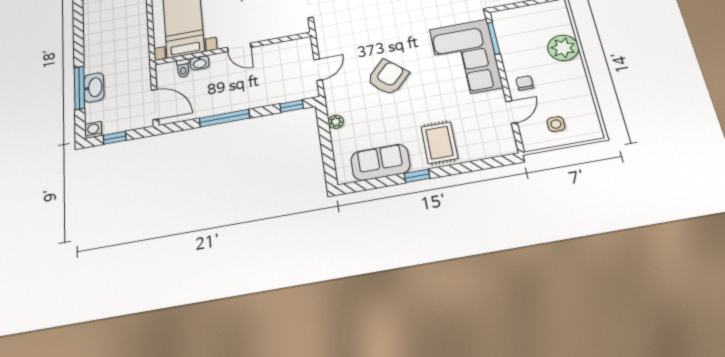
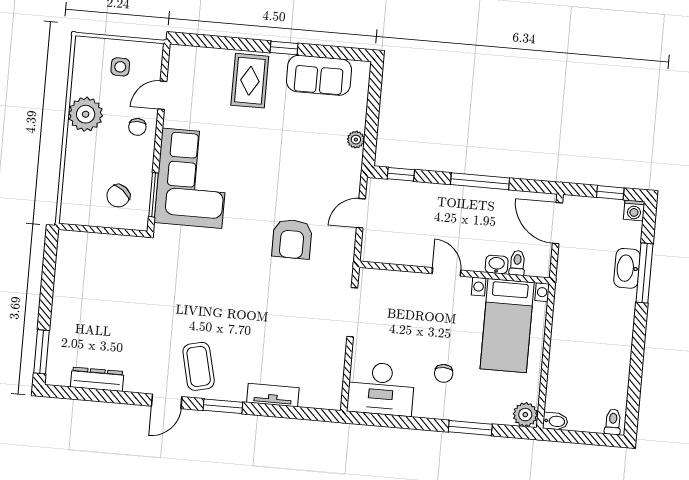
chair: (523, 30) -> (118, 196), added
plant: (563, 48) -> (86, 114), moved
armchair: (388, 77) -> (292, 239), moved, turned -42

